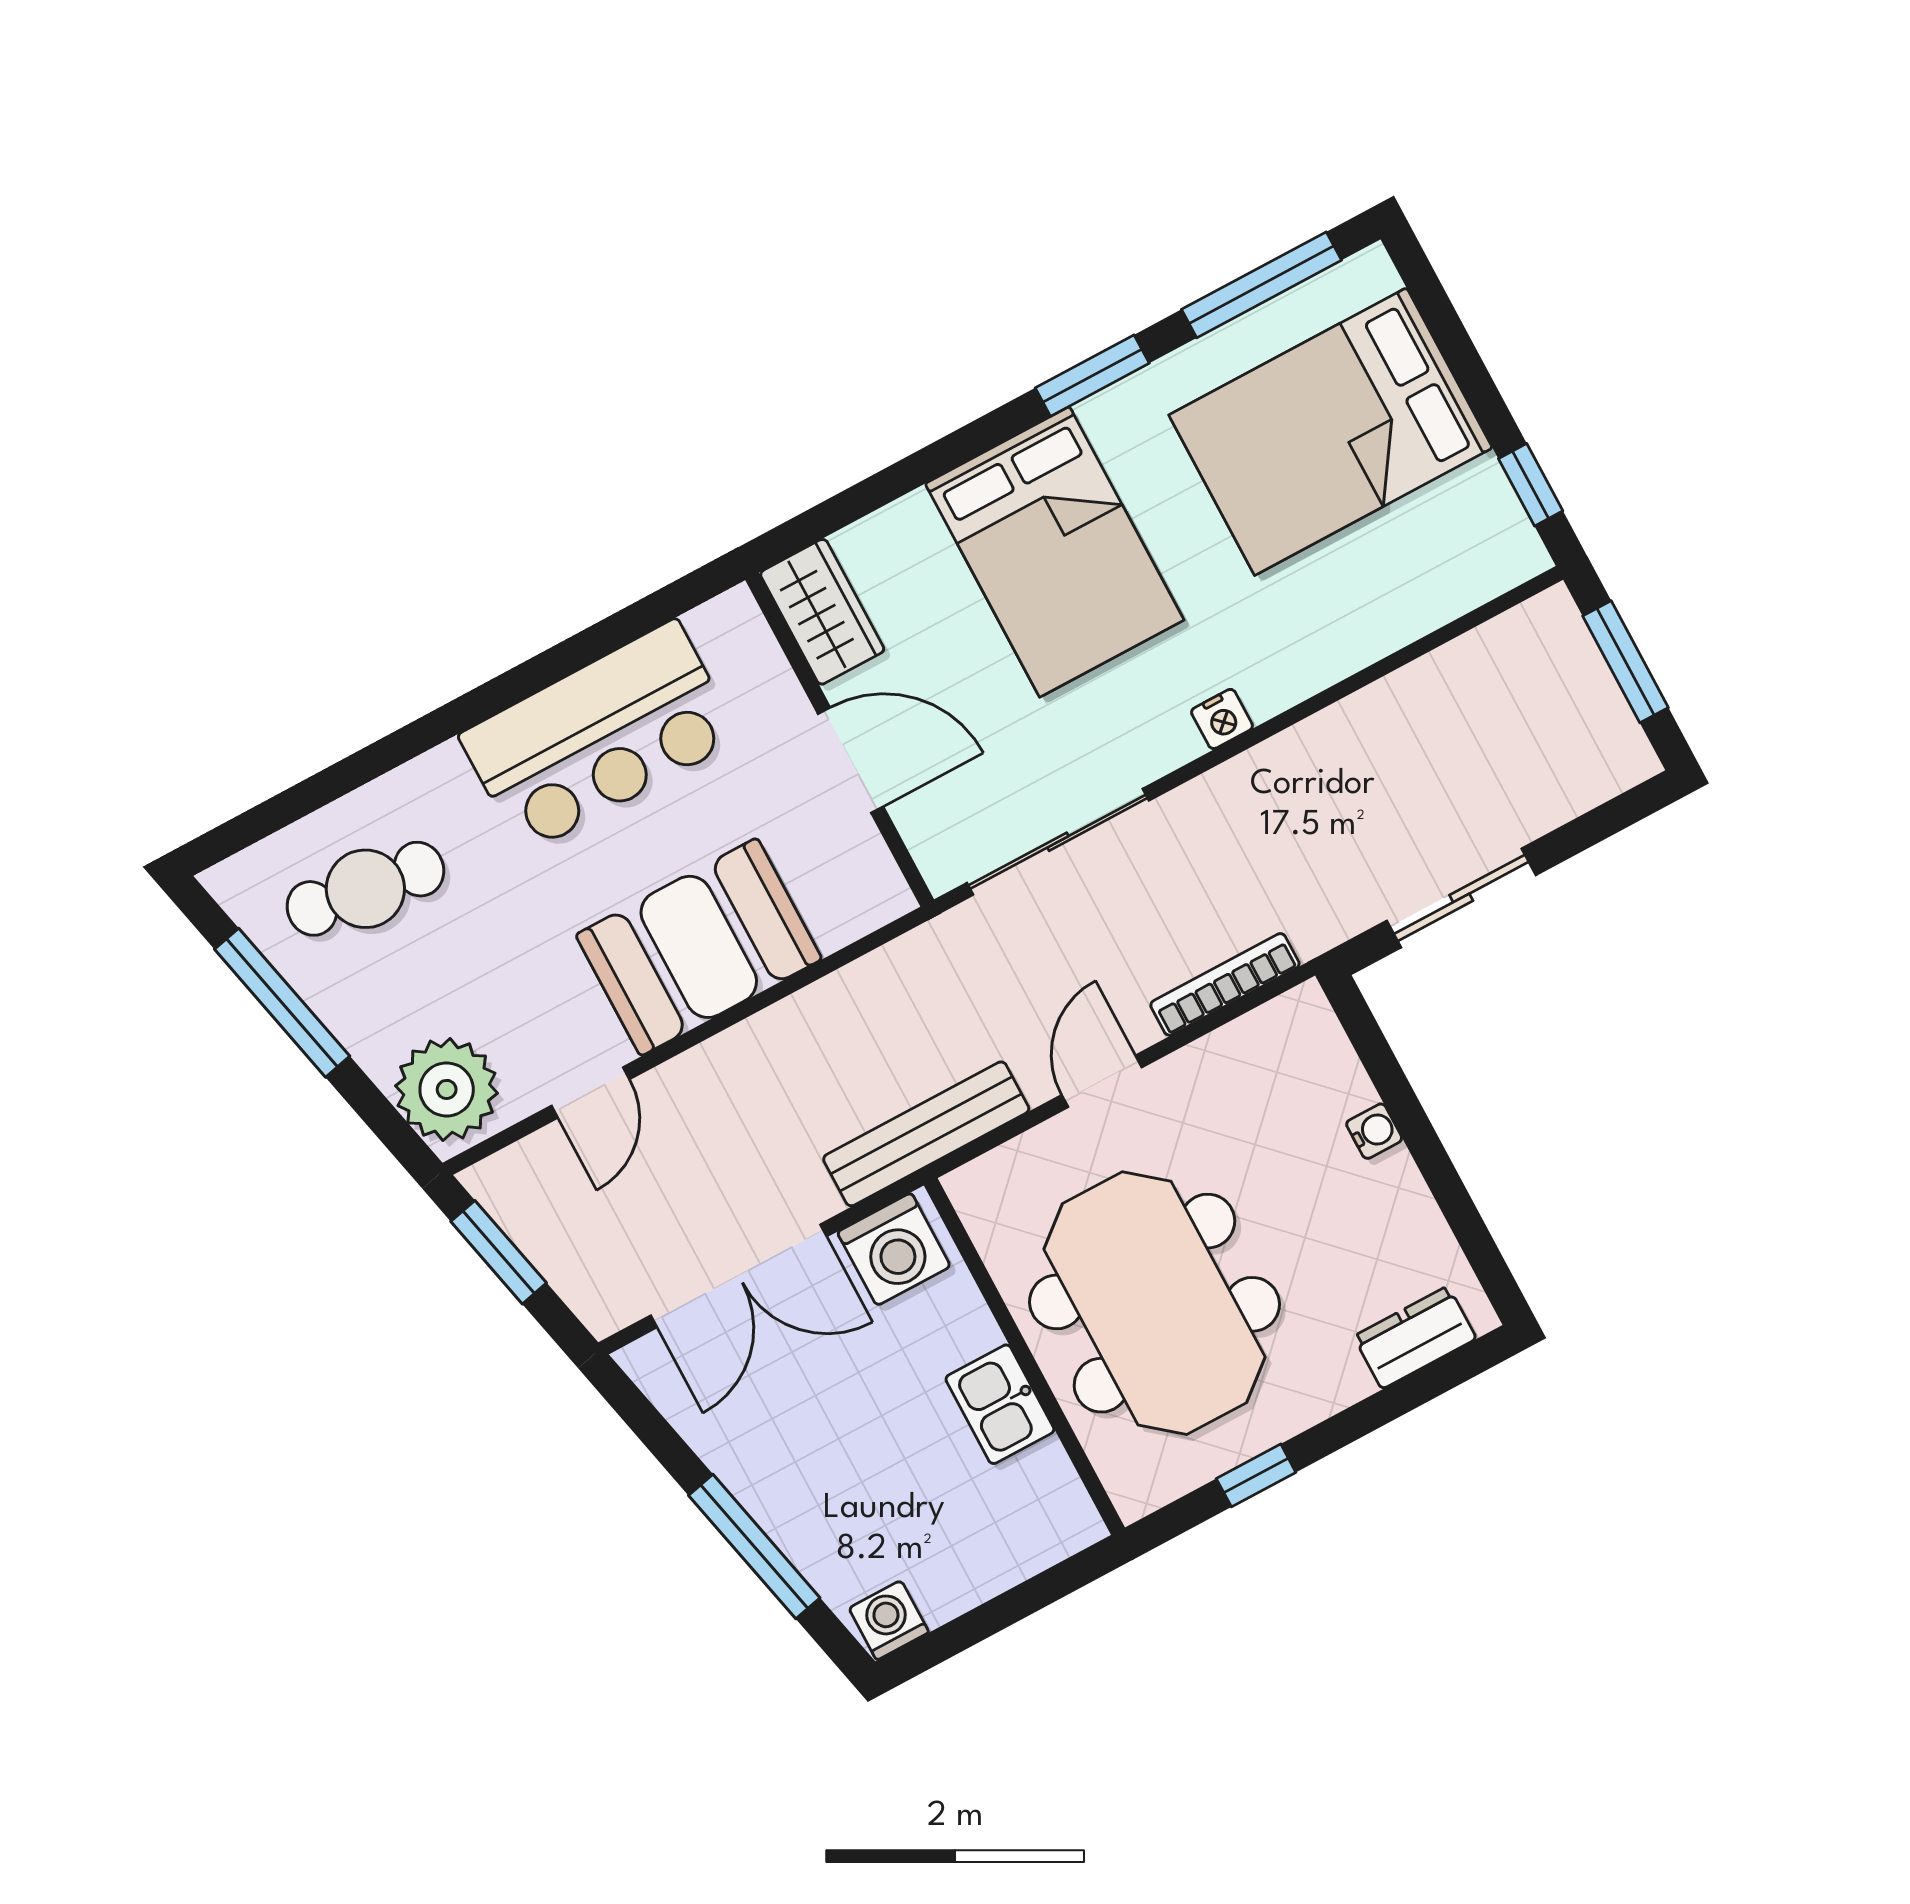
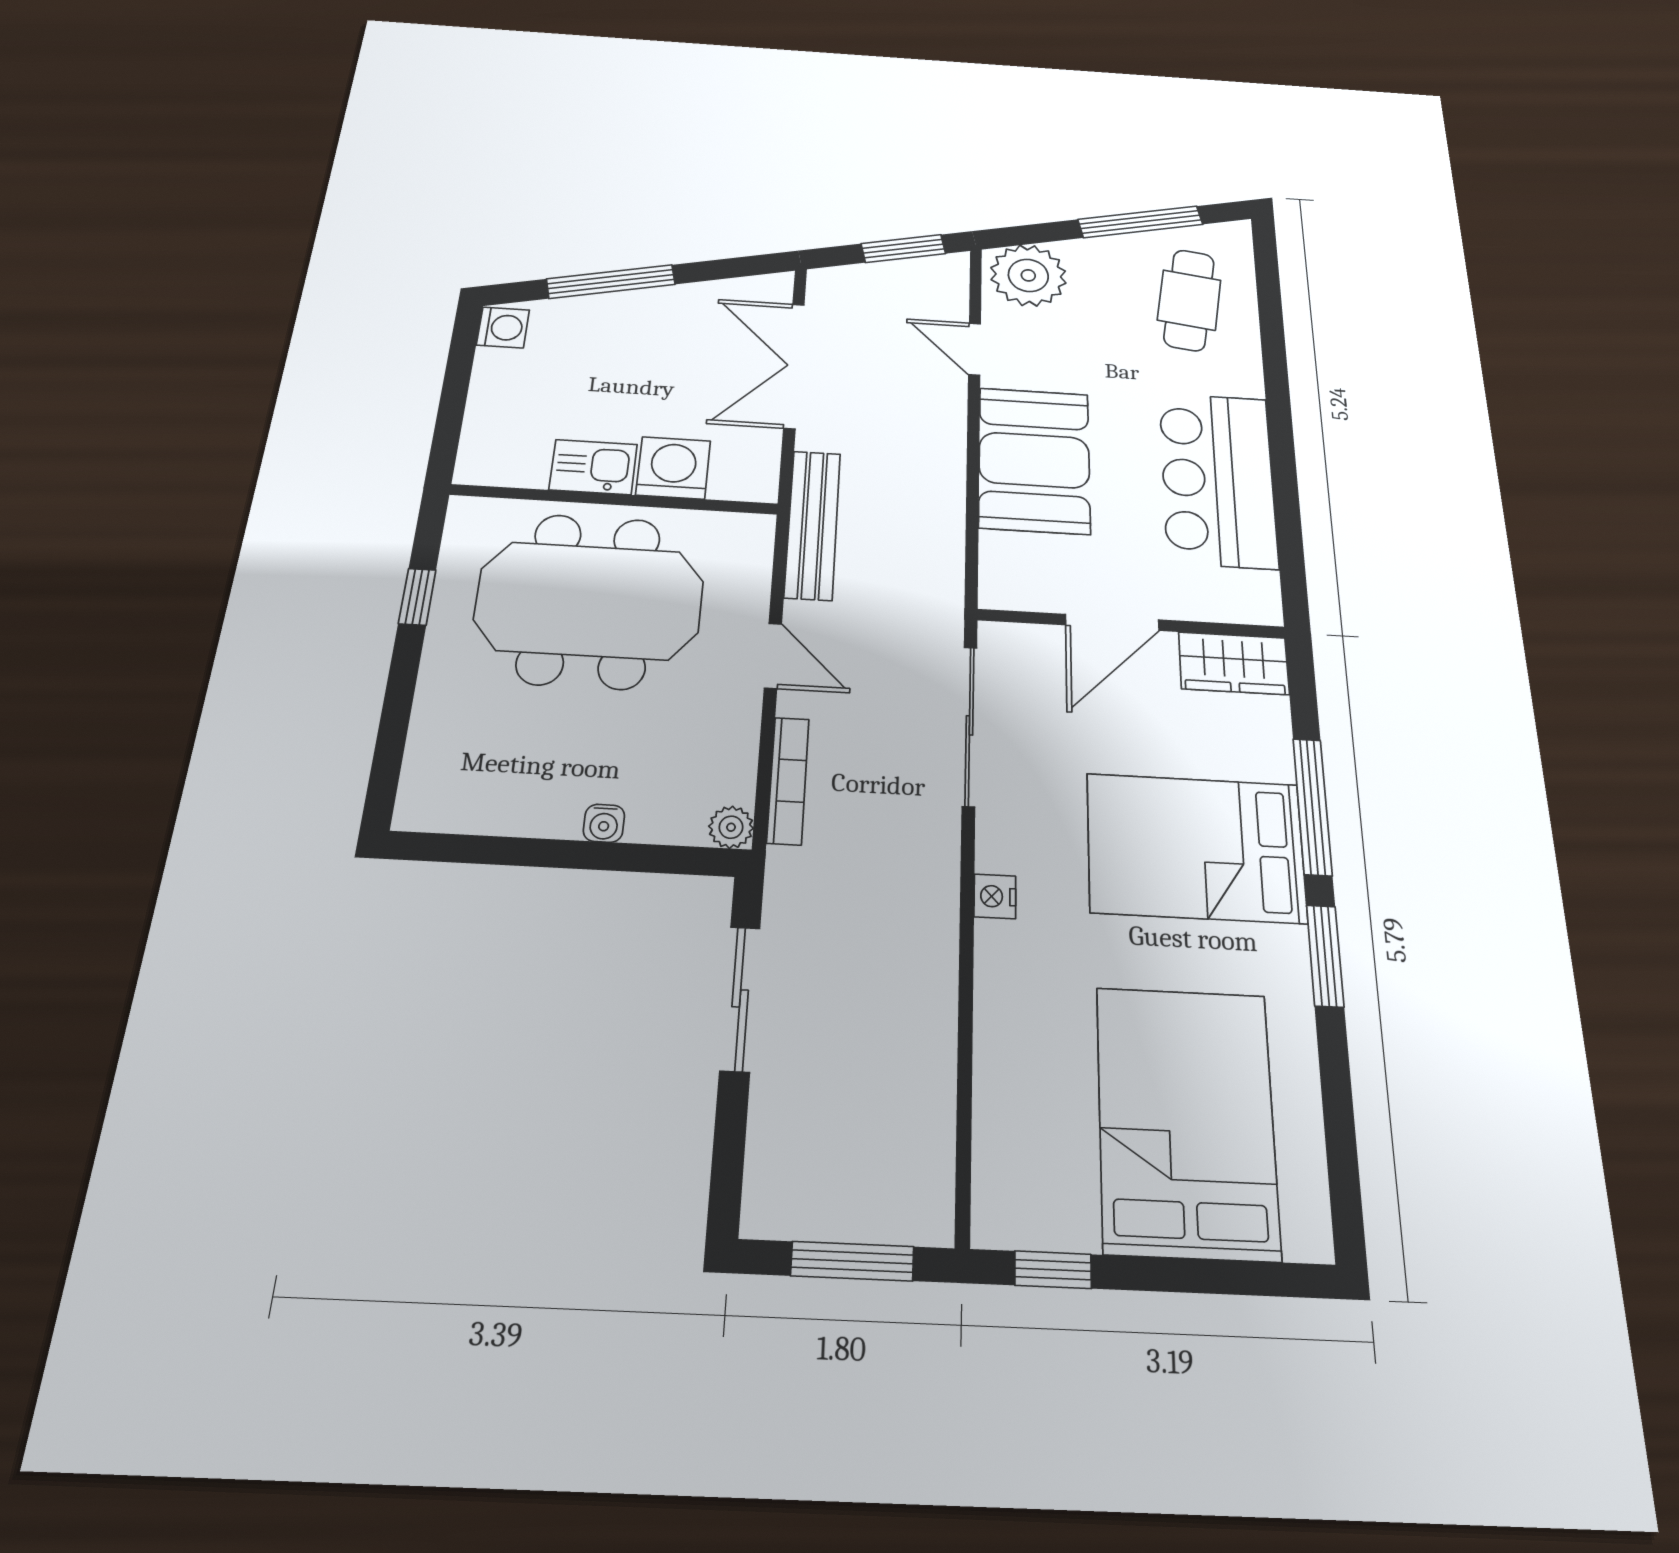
window: (1262, 285) -> (1312, 806), moved
plant: (1305, 1009) -> (731, 827), added
washing machine: (894, 1249) -> (673, 468), moved, turned 90
dresser: (1415, 1337) -> (430, 762), removed

